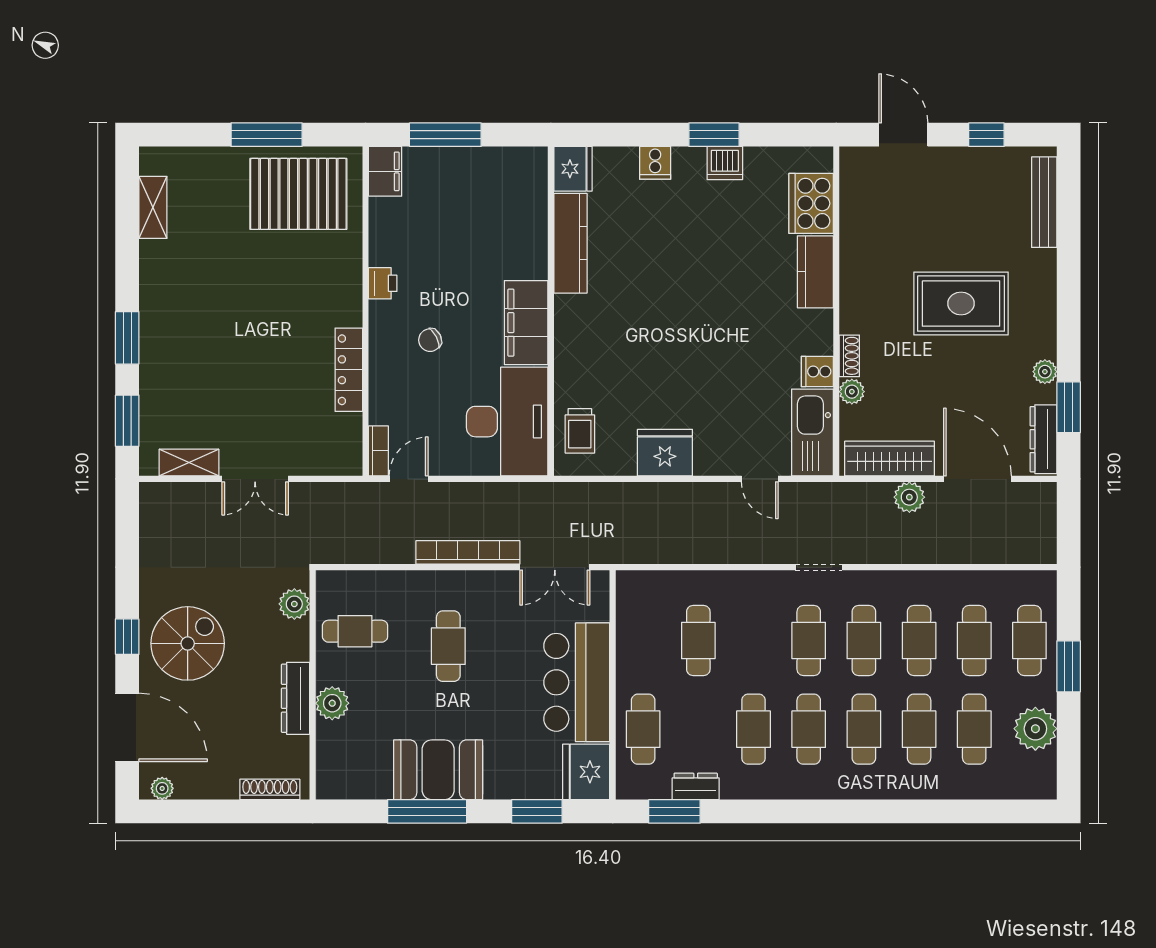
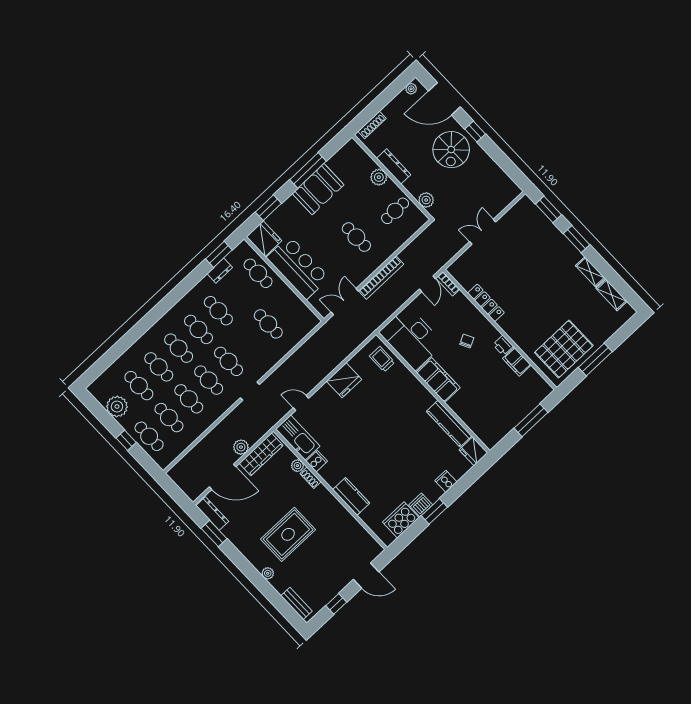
filing cabinet: (385, 171) -> (517, 362), moved
bench: (1044, 202) -> (297, 603), width x0.73
cooker: (811, 203) -> (401, 520), moved, turned -90
plant: (1045, 372) -> (268, 573), moved
shelving: (189, 463) -> (590, 272), moved, turned 90
window: (1069, 666) -> (126, 440), width x0.67

